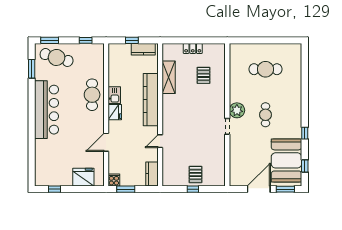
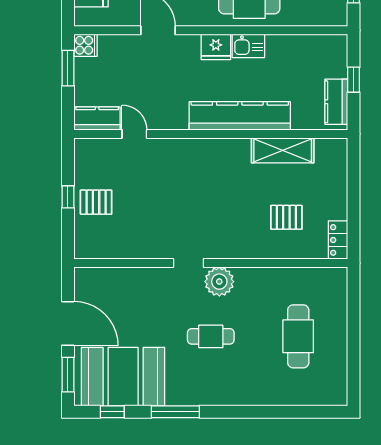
locker: (193, 48) -> (338, 240), moved
window: (305, 133) -> (175, 412), width x2.17
door: (160, 141) -> (134, 134), moved

